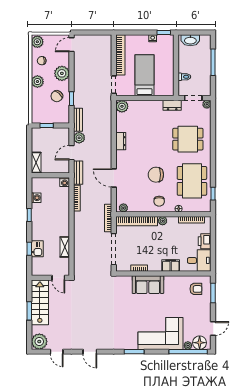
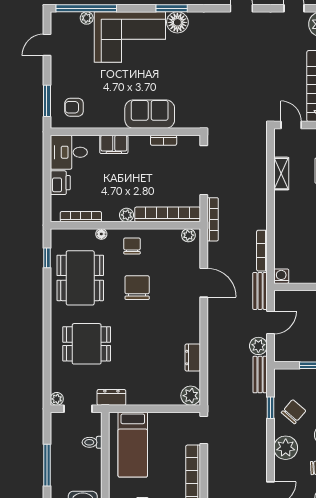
bed: (144, 75) -> (133, 445), moved
dresser: (121, 141) -> (193, 358), moved
chair: (156, 175) -> (137, 288), turned -90
floor lamp: (200, 343) -> (177, 22), moved

